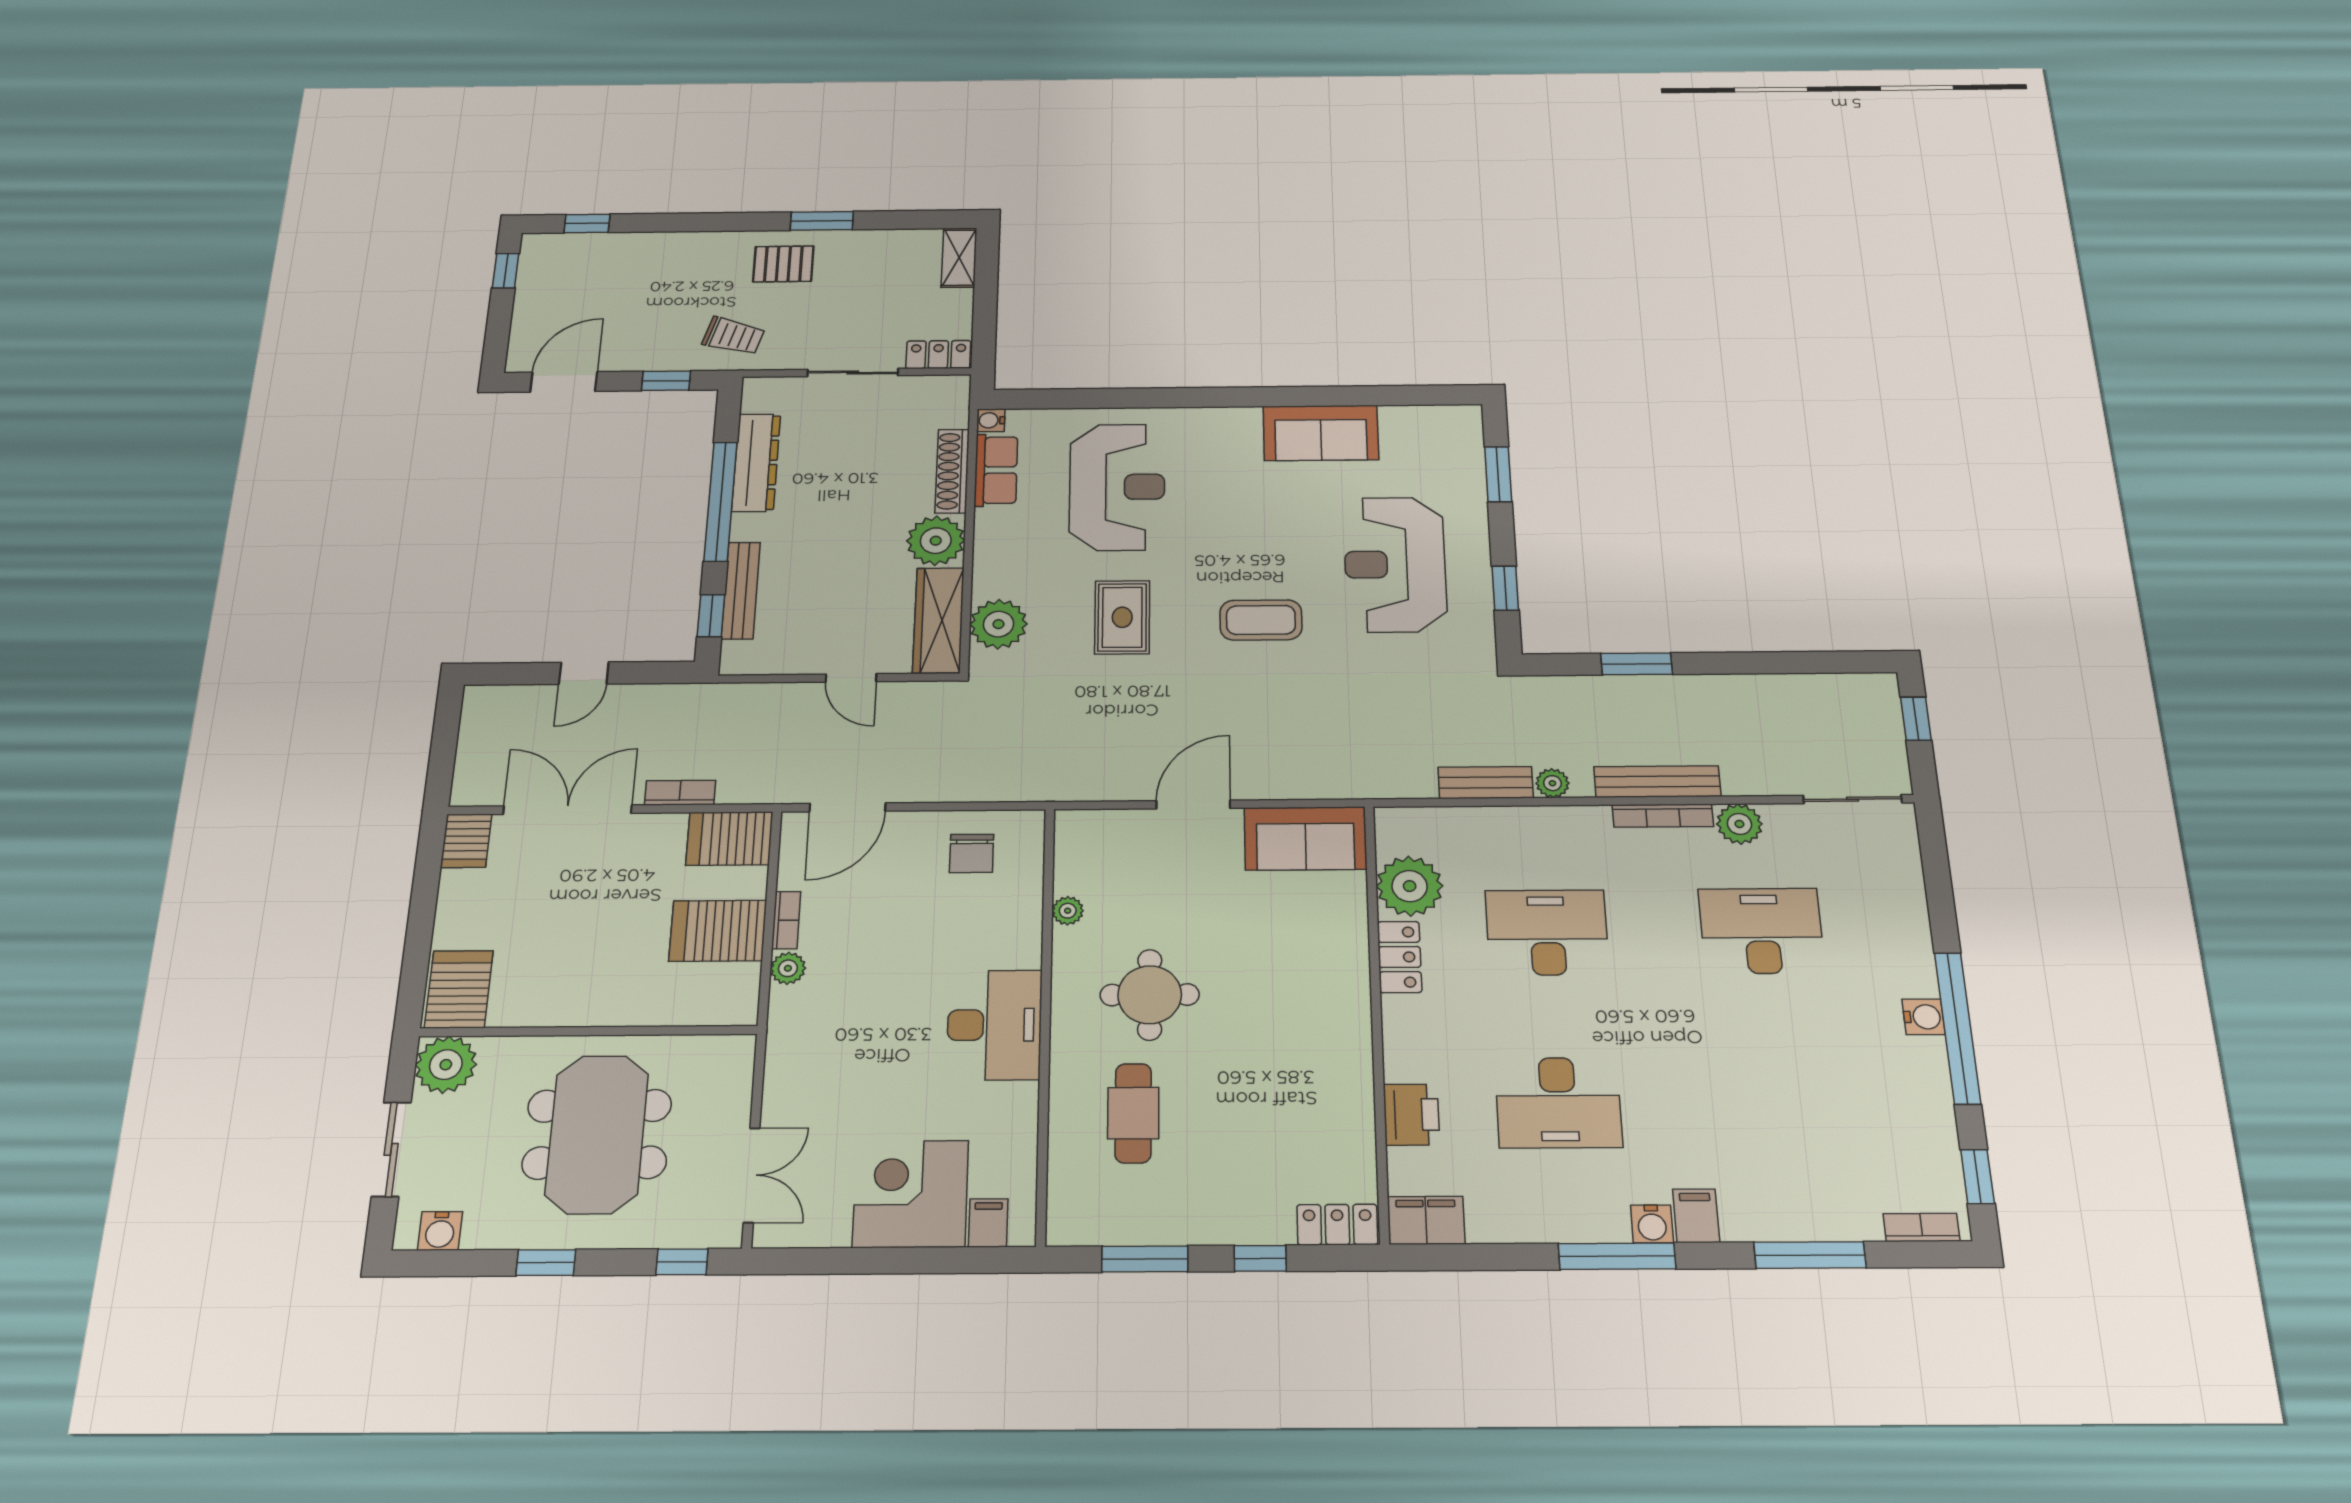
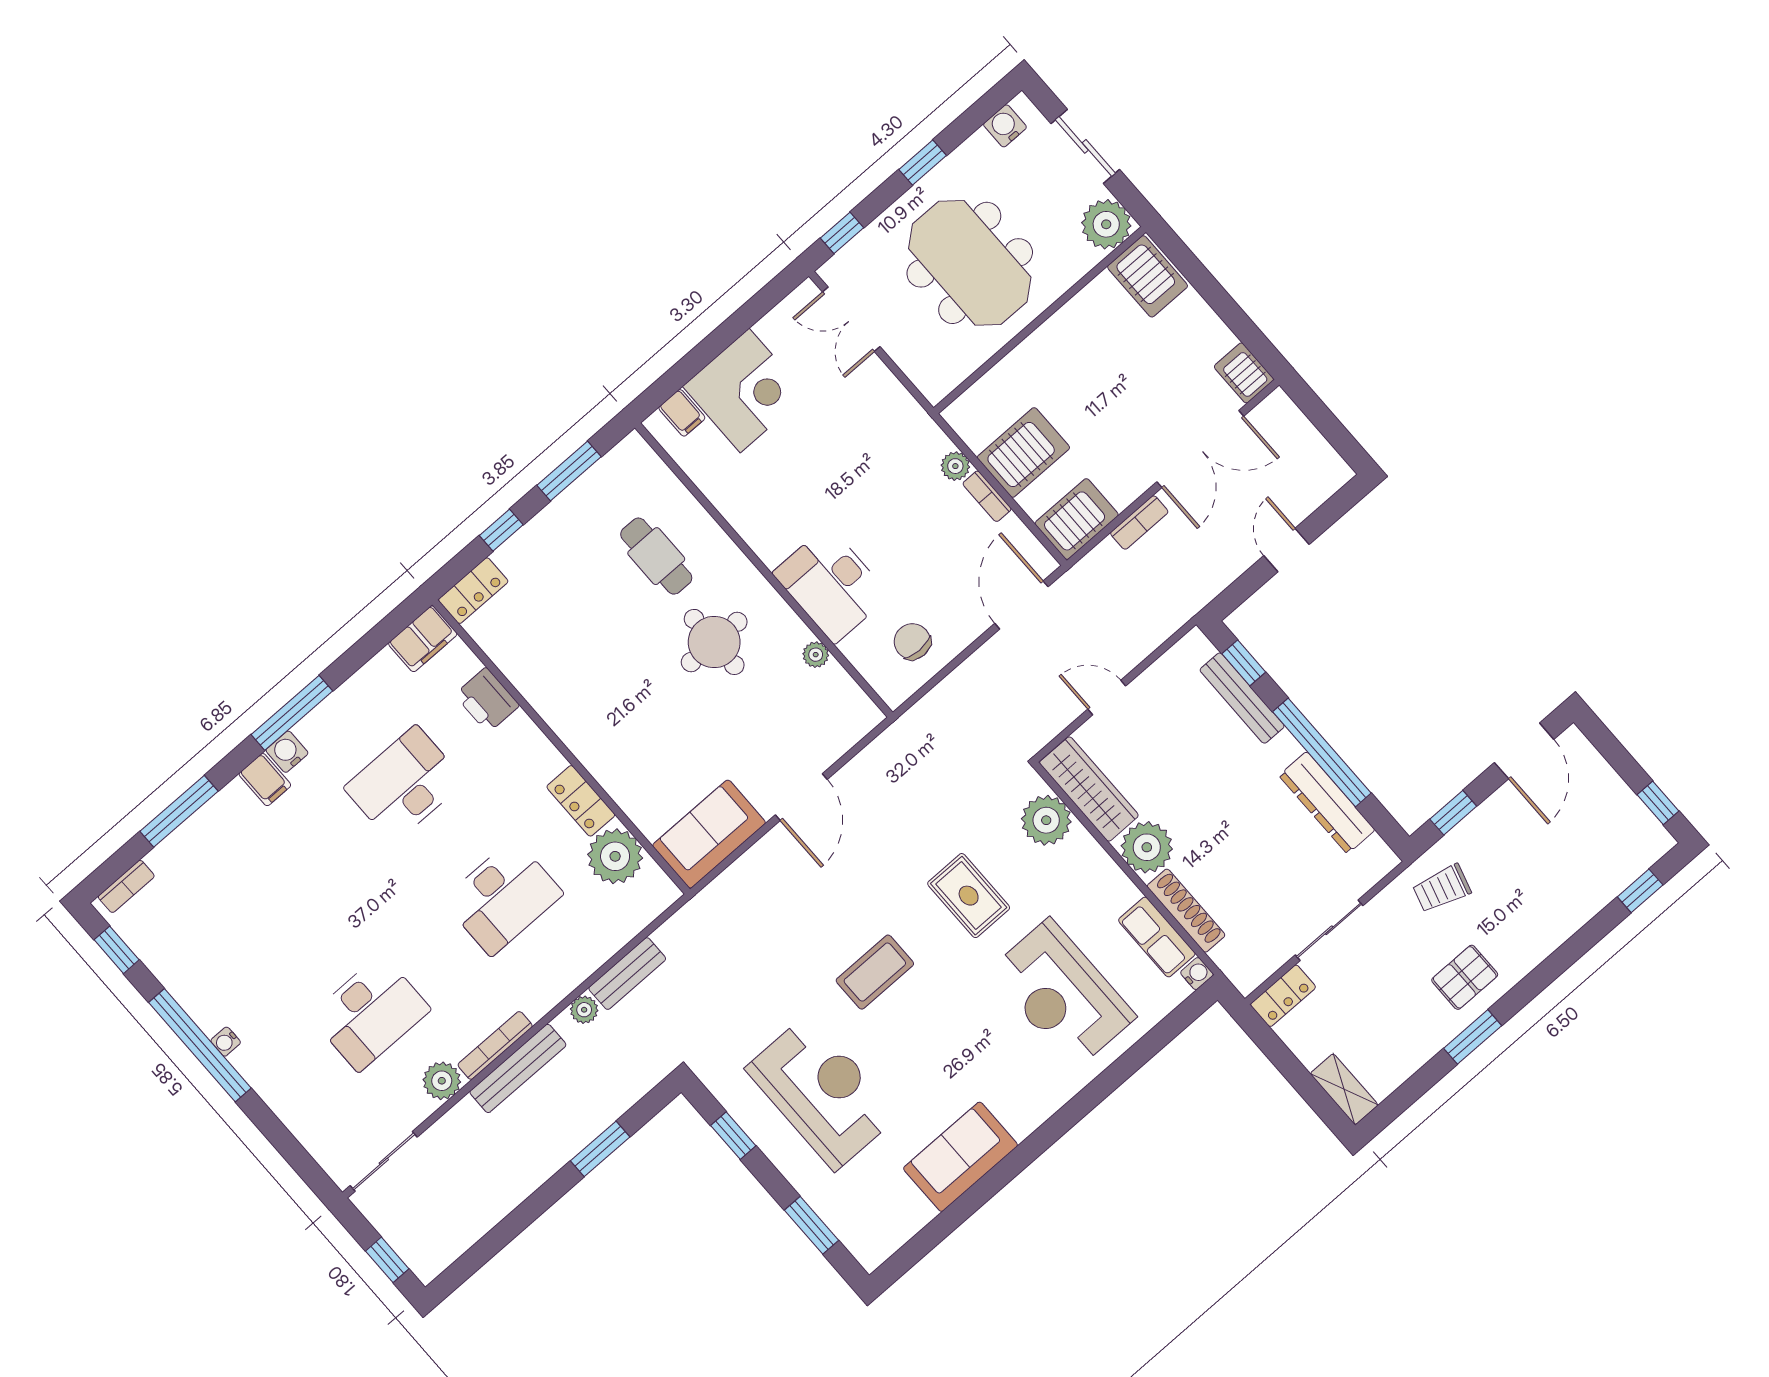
water cooler: (1924, 1017) -> (226, 1042), width x0.72, depth x0.72
desk: (994, 1025) -> (831, 584), moved

